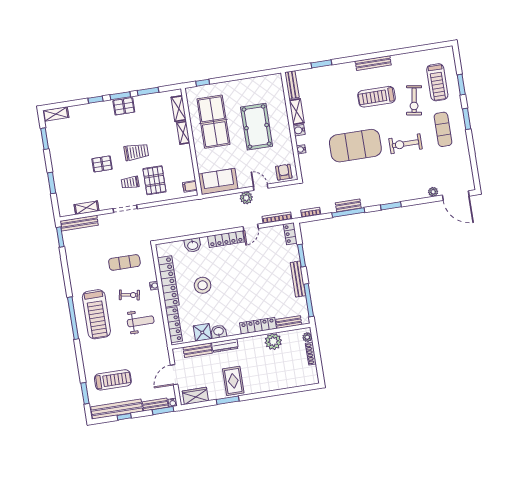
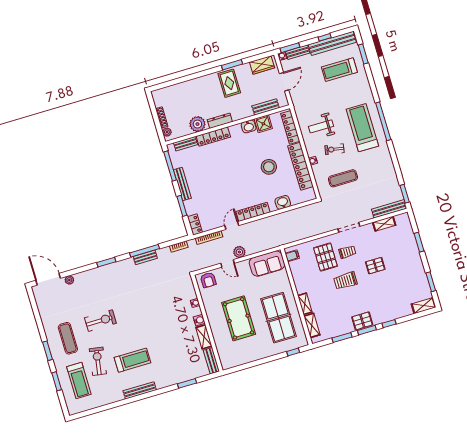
treadmill: (437, 82) -> (79, 381), turned 180
exercise mat: (355, 146) -> (146, 313), removed
dresser: (225, 346) -> (220, 121), moved

